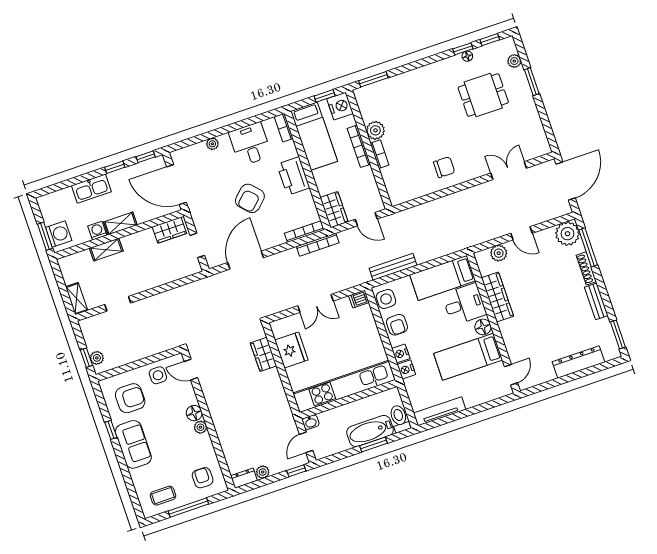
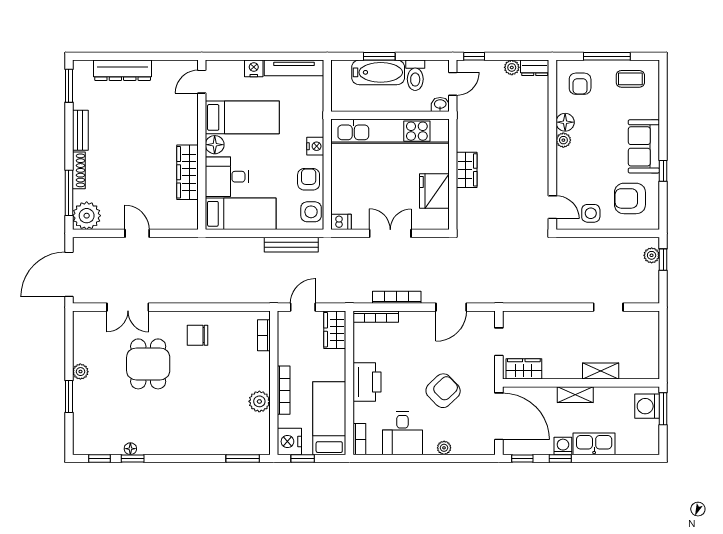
plant: (514, 61) -> (80, 372), moved
dining table: (483, 95) -> (148, 364), moved, turned 90
bookcase: (380, 154) -> (264, 335), moved
armchair: (250, 198) -> (443, 391), moved
door: (366, 219) -> (303, 307), hinge flipped
washing machine: (97, 231) -> (563, 446), moved, turned 180
bookcase: (318, 245) -> (397, 297), moved
plant: (499, 253) -> (170, 220), removed
door: (246, 260) -> (451, 307), width x0.73
shelving: (77, 299) -> (652, 328), removed
wardrobe: (263, 354) -> (467, 170), moved
nightstand: (406, 370) -> (254, 68), moved, turned -90
floor lamp: (194, 413) -> (565, 122), moved
toilet: (399, 418) -> (415, 75), moved

